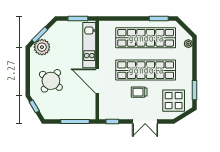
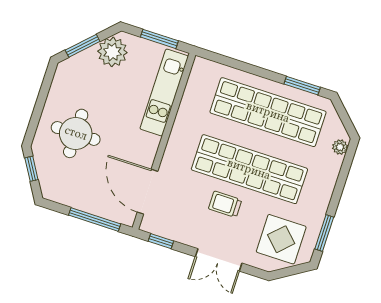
plant: (42, 47) -> (112, 52), moved
round table: (51, 81) -> (76, 133), turned -38
door: (97, 81) -> (147, 192), moved

